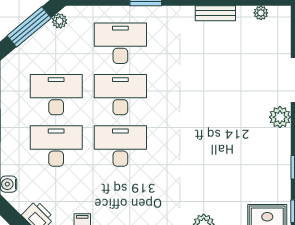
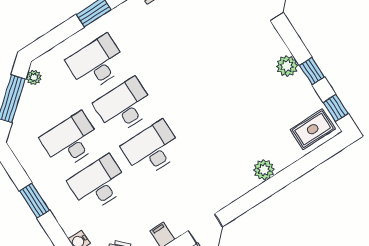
plant: (280, 117) -> (287, 66), moved

